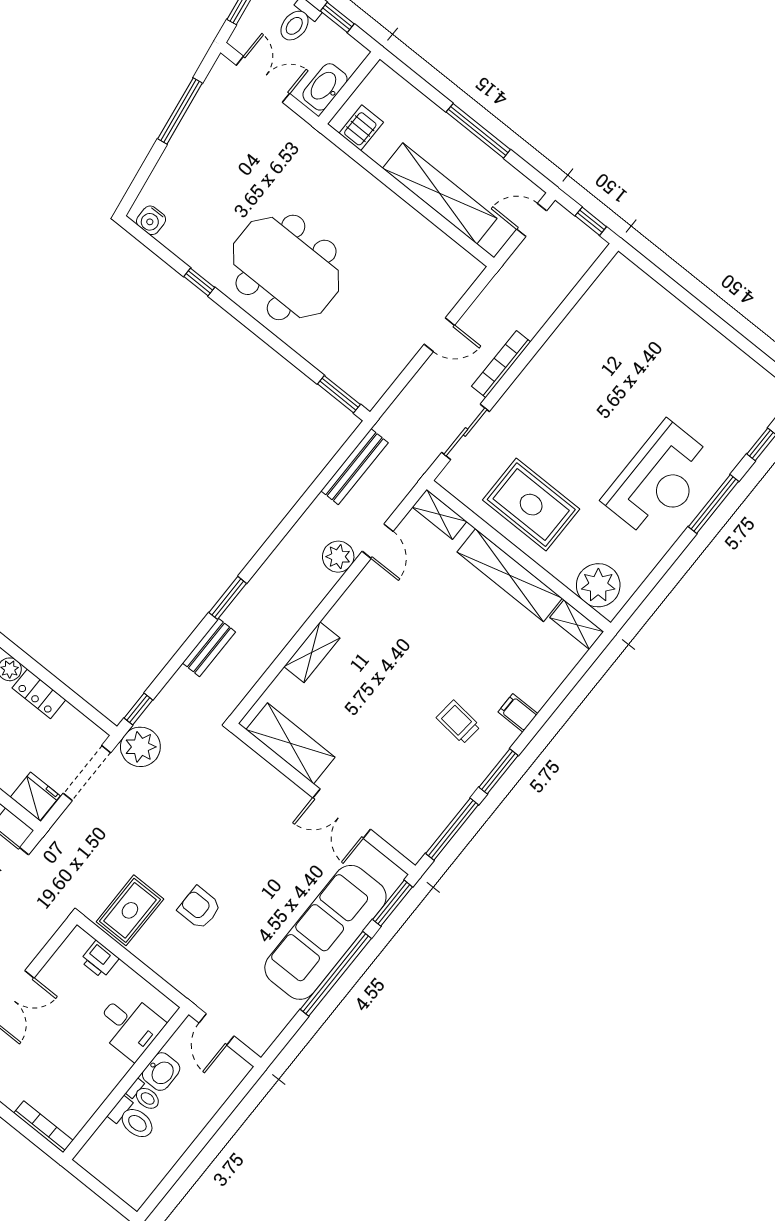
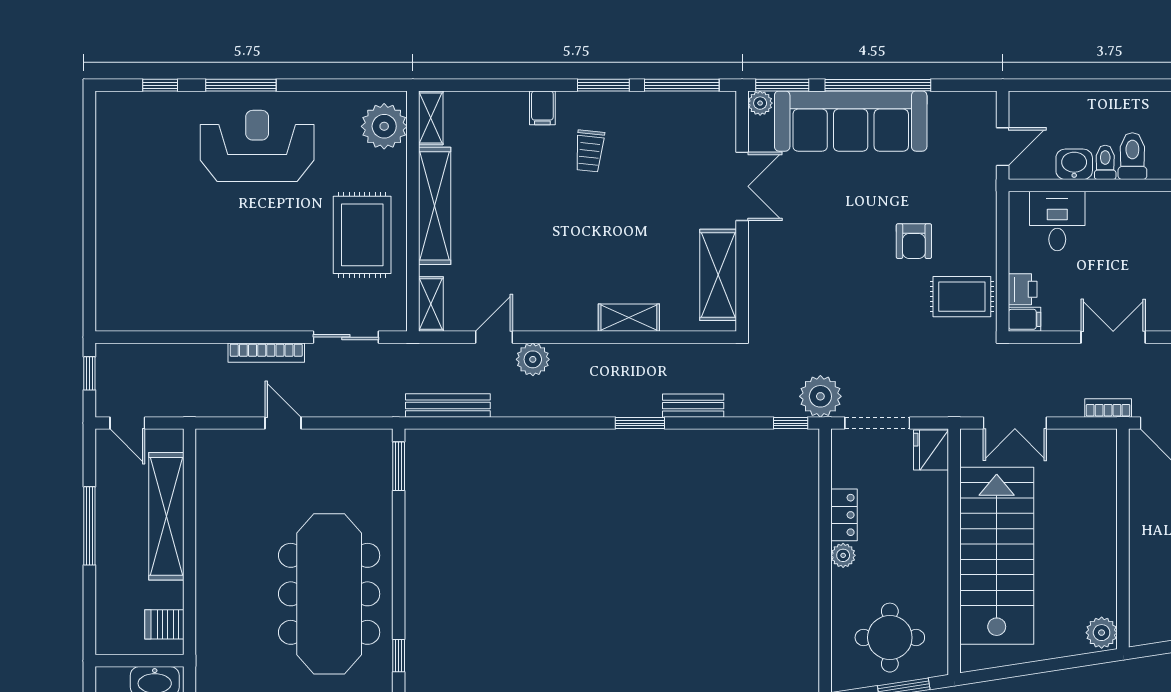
meeting table: (286, 267) -> (329, 594), width x1.36
plant: (392, 876) -> (760, 103), added
filing cabinet: (76, 943) -> (1025, 319), added

